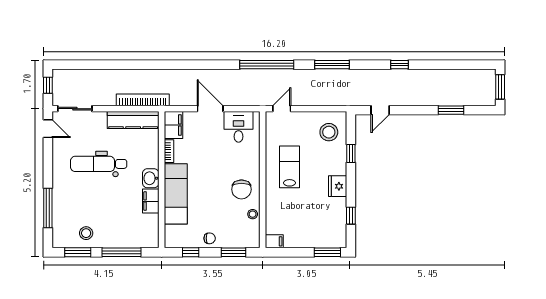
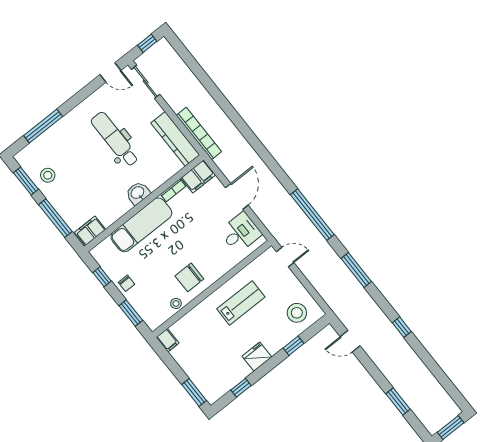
door: (48, 129) -> (110, 72), hinge flipped
filing cabinet: (151, 201) -> (90, 231), moved

